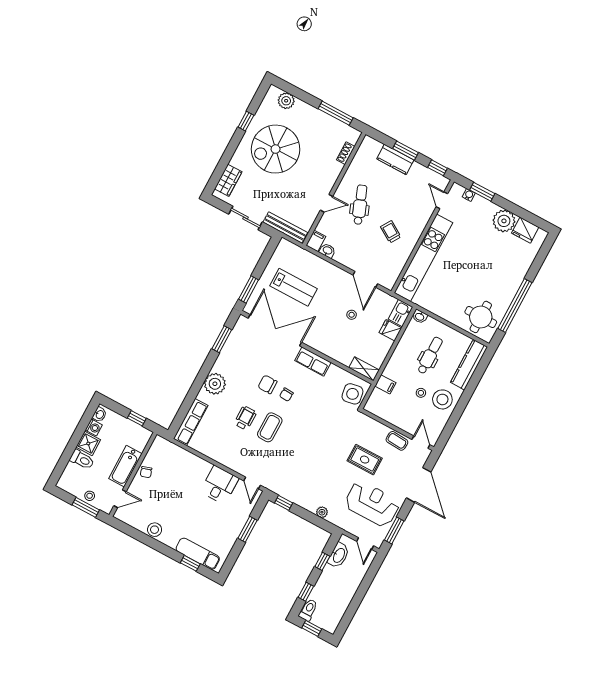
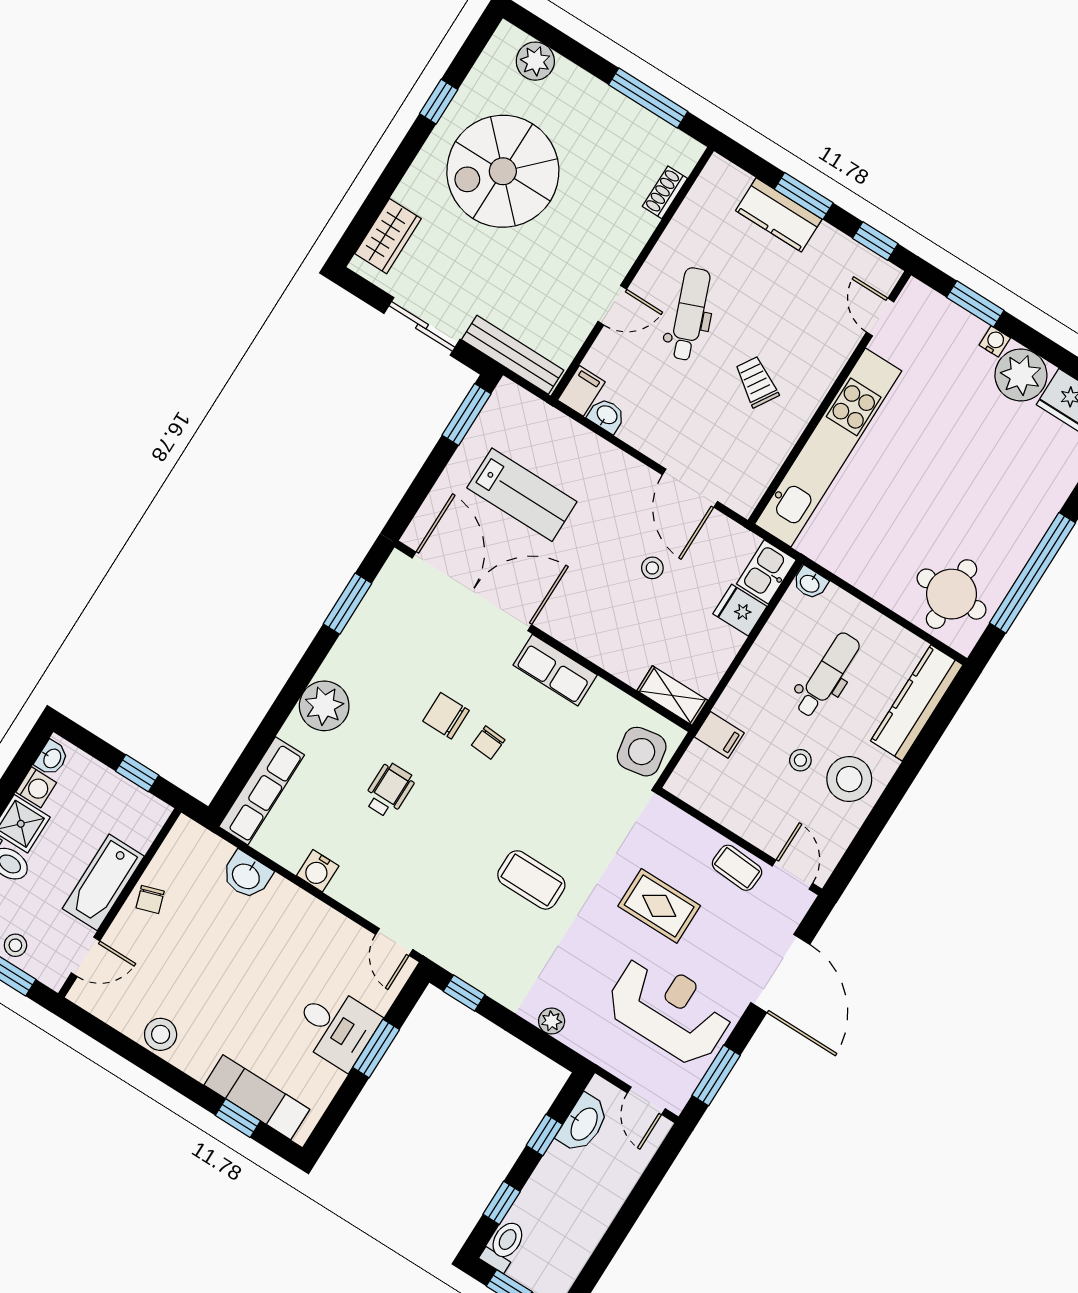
water cooler: (469, 195) -> (995, 341), moved
window: (249, 289) -> (467, 415), moved
coffee table: (270, 427) -> (531, 880), moved, turned 90
water cooler: (217, 455) -> (318, 871), added
washbasin: (187, 459) -> (246, 875), added
desk: (219, 485) -> (336, 1027), moved, turned 90

